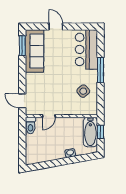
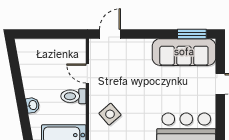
side table: (83, 91) -> (110, 114), moved
toilet: (30, 126) -> (73, 96), moved

